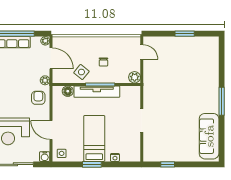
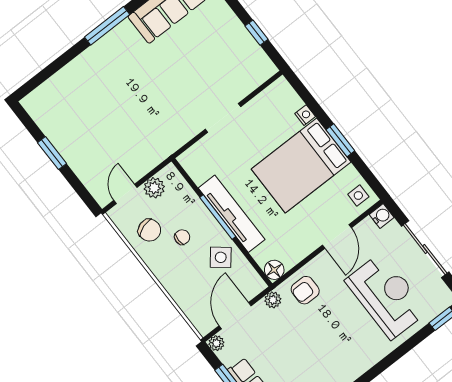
chair: (118, 50) -> (149, 230), added
plant: (135, 77) -> (154, 188), moved
floor lamp: (68, 91) -> (274, 270), moved
bed: (94, 138) -> (301, 166), width x1.50

